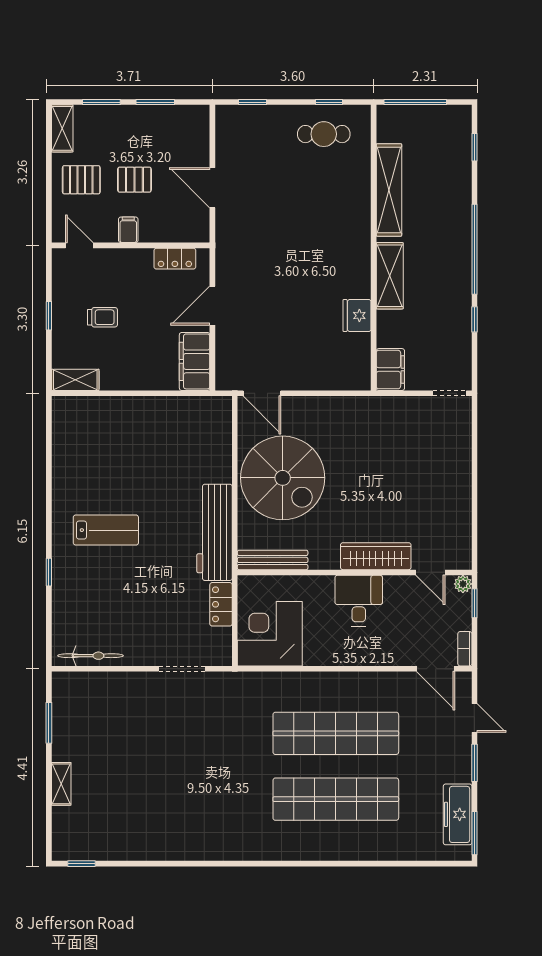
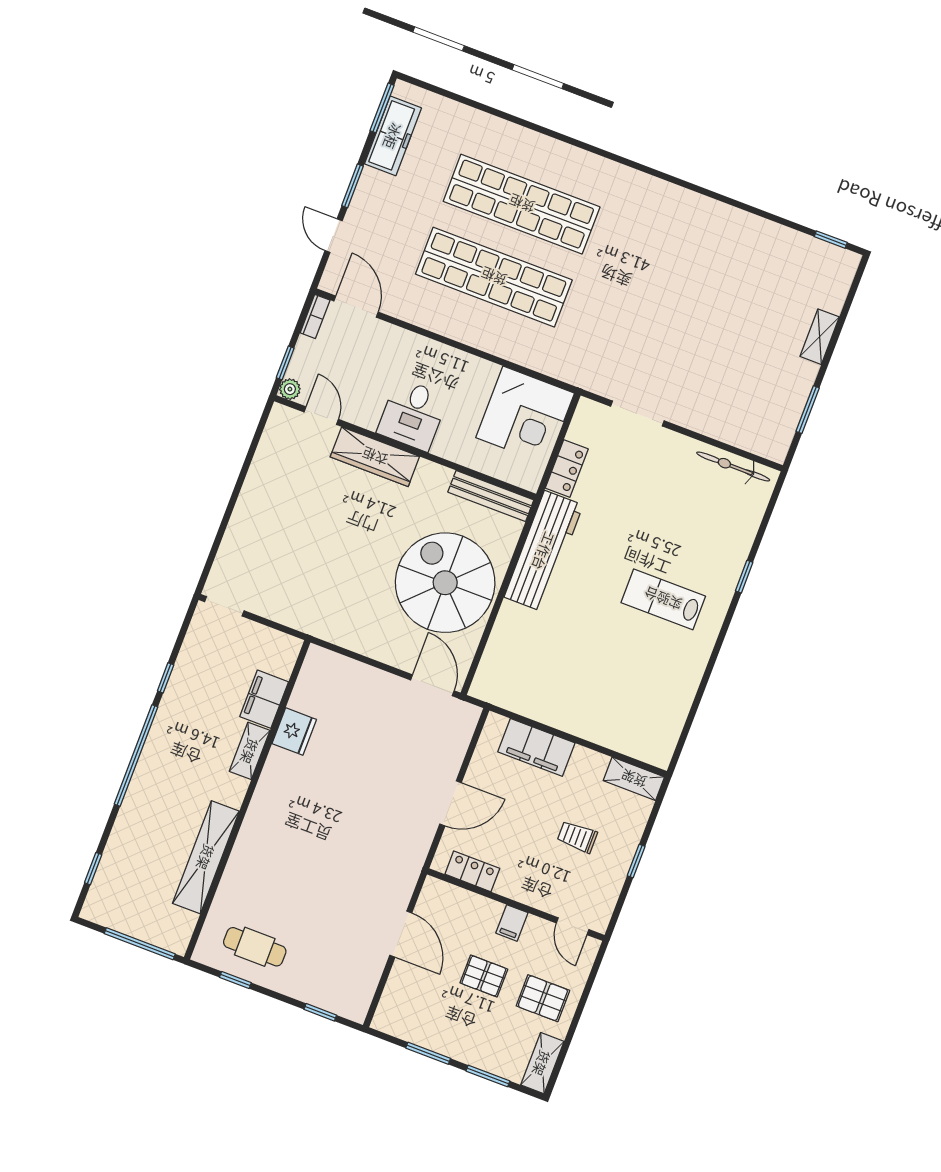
shelving: (390, 276) -> (250, 751), width x0.67, depth x0.75
filing cabinet: (195, 361) -> (536, 747), moved, turned 90
filing cabinet: (390, 370) -> (264, 699), moved

